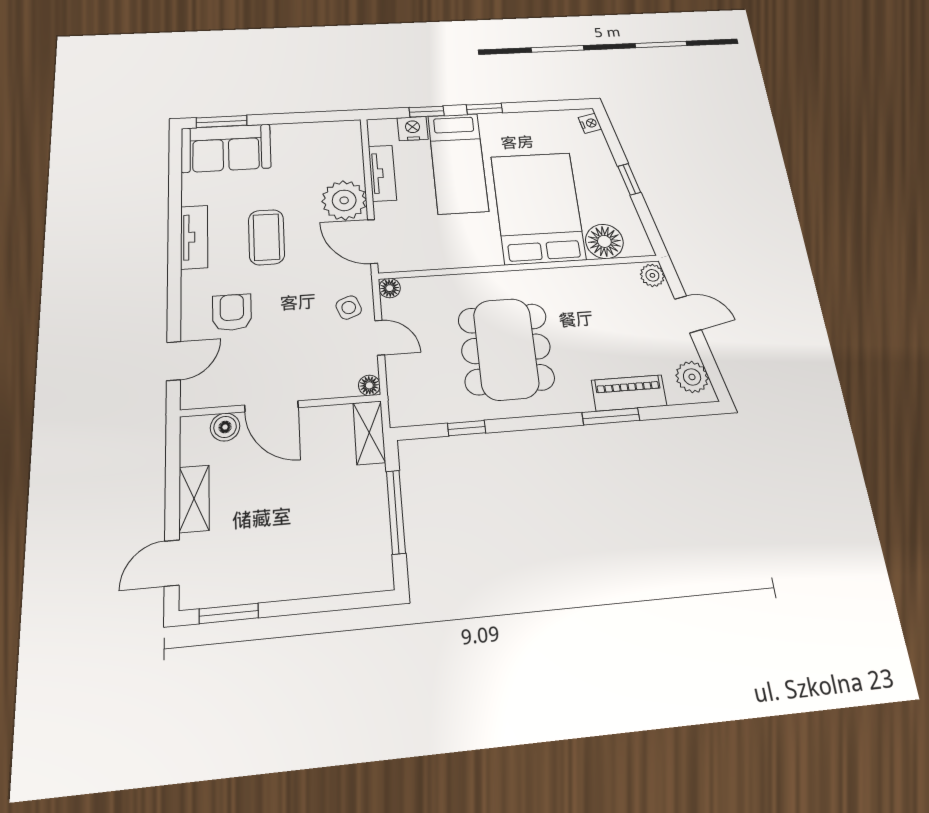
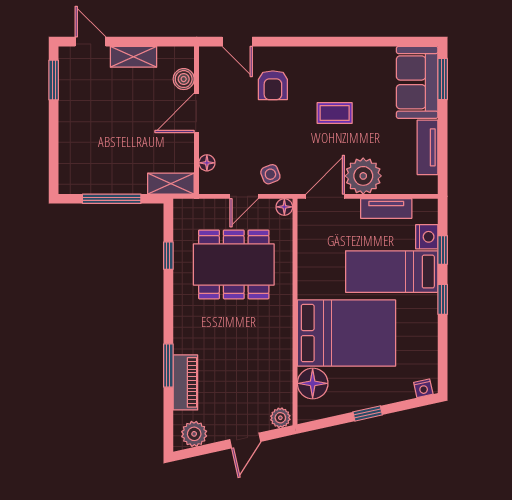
tv unit: (194, 237) -> (428, 147), moved, turned 90
coffee table: (266, 237) -> (335, 113), width x0.73, depth x0.77
armchair: (232, 312) -> (273, 85), turned 90
dining table: (506, 349) -> (234, 264), moved
floor lamp: (369, 385) -> (207, 163), moved

